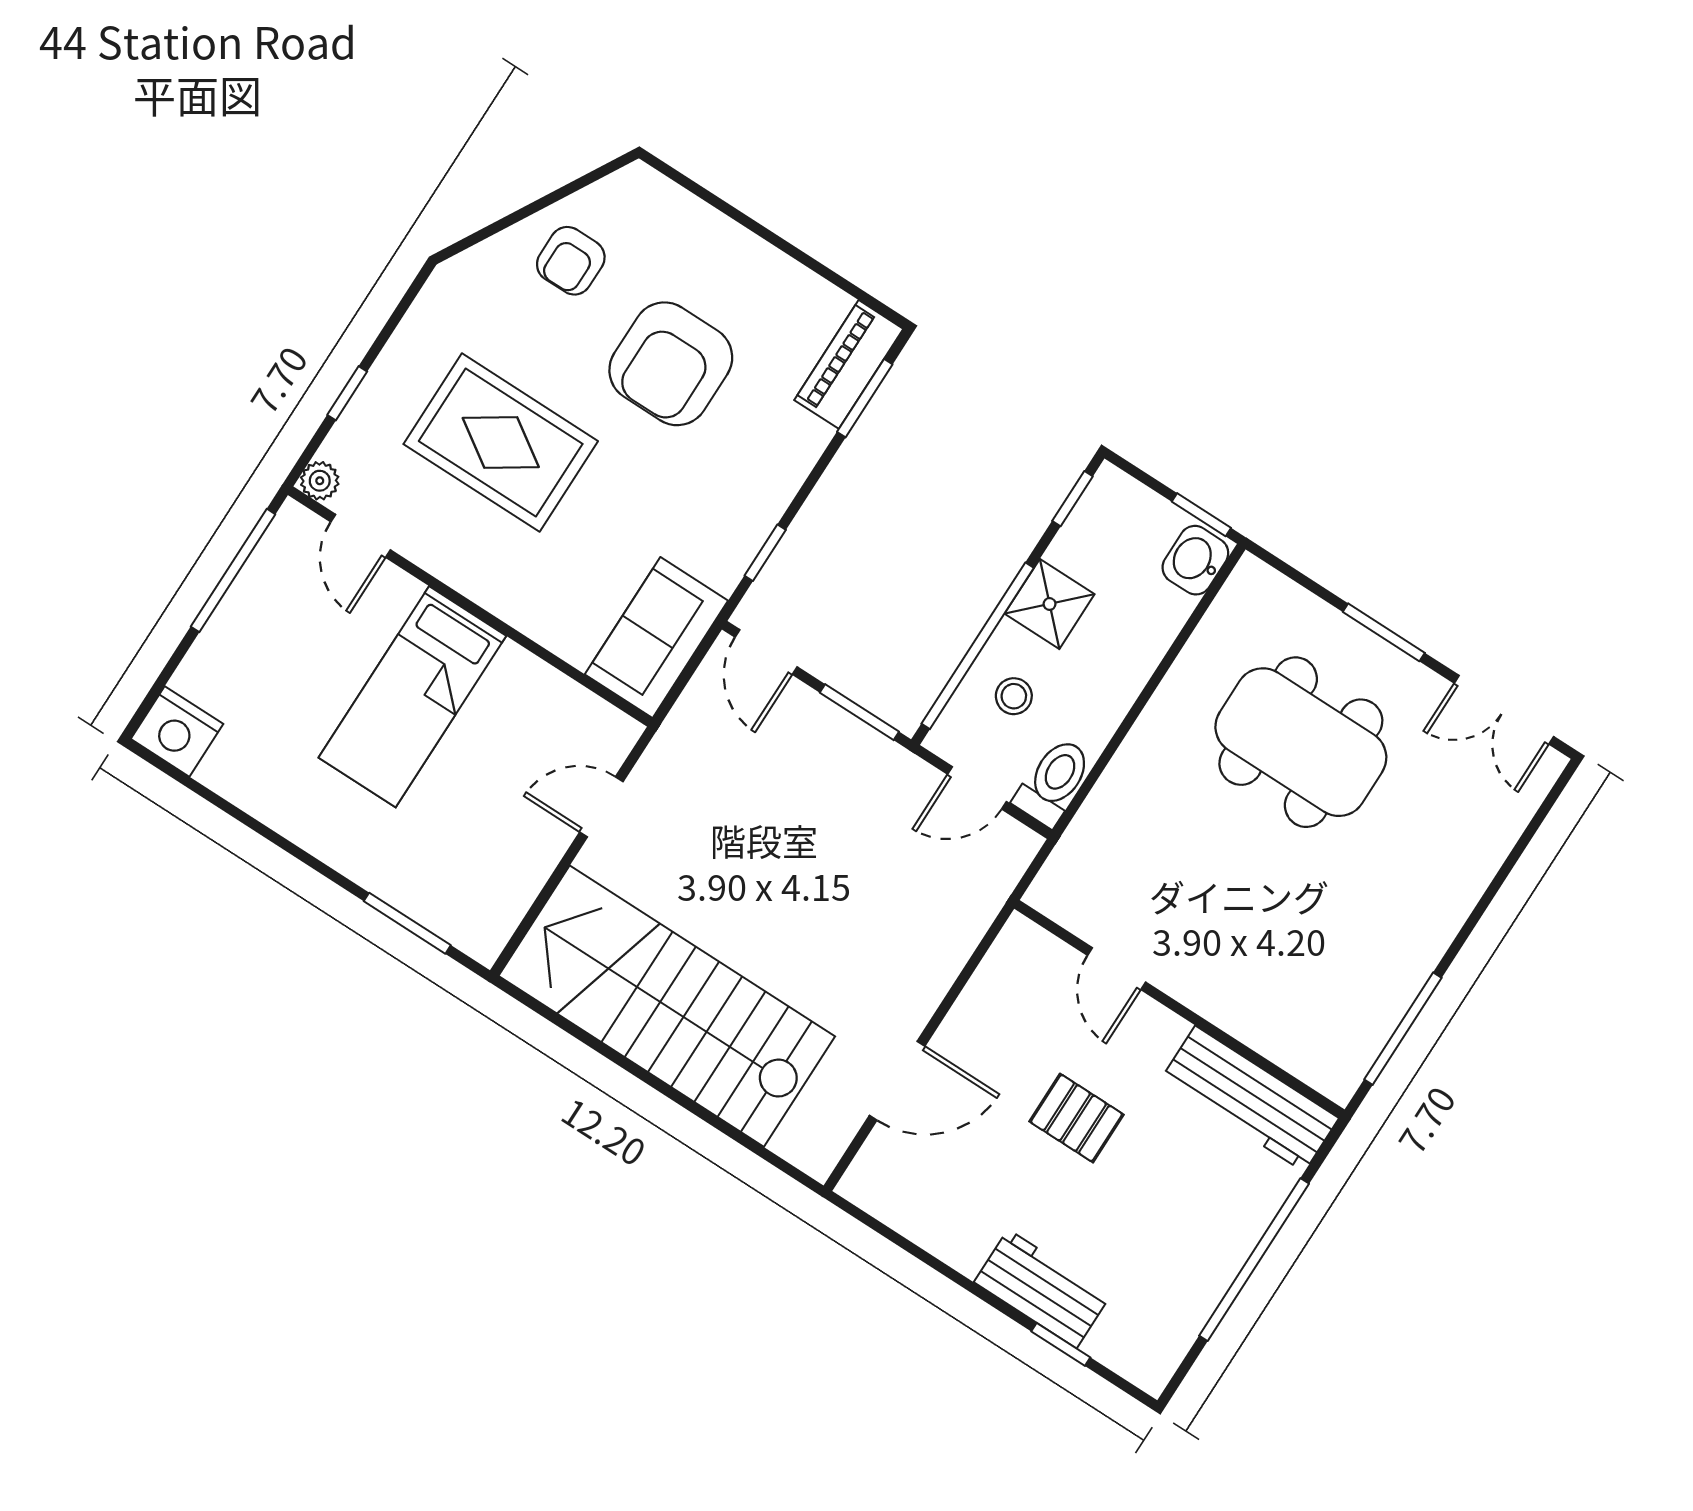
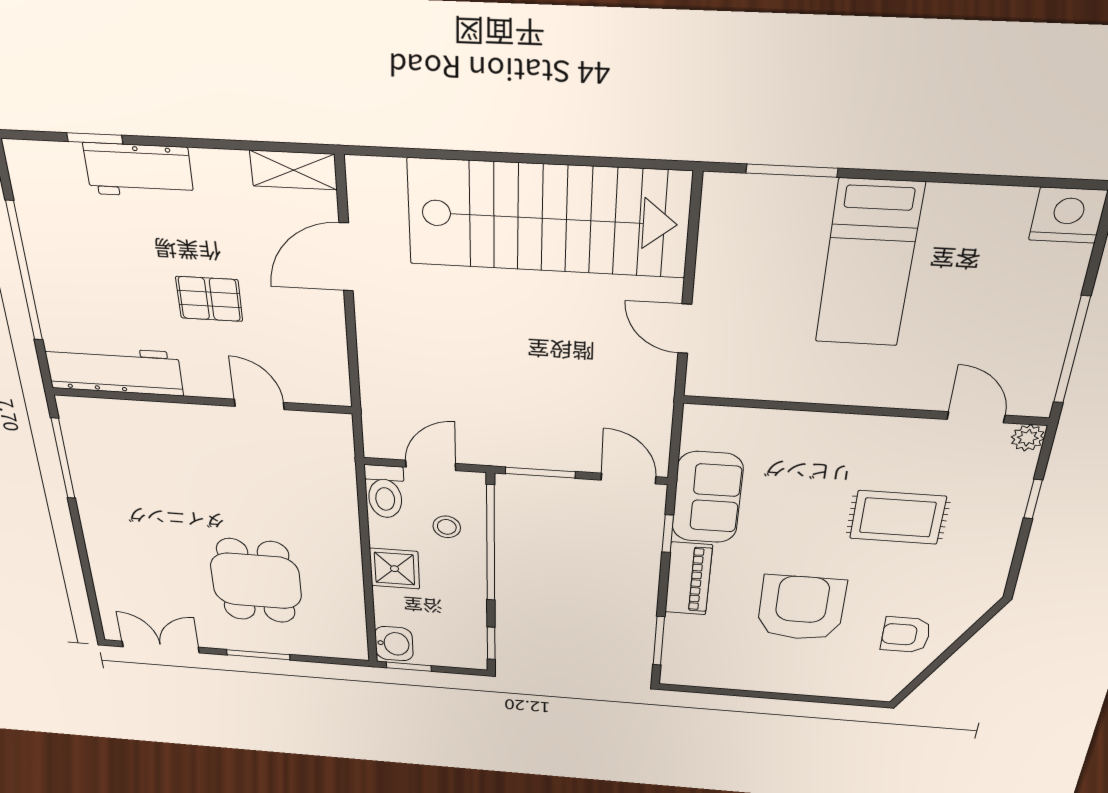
armchair: (571, 261) -> (906, 635), turned -90
piano: (849, 364) -> (688, 579), moved
rug: (501, 443) -> (898, 517), width x0.73, depth x0.70
shower: (1050, 604) -> (394, 569), moved
sofa: (656, 638) -> (707, 498), moved
bed: (412, 697) -> (869, 264), moved, turned 180
dining table: (1301, 742) -> (256, 581), width x0.73
door: (601, 807) -> (685, 329), swing flipped
shelving: (885, 1199) -> (294, 170), added

